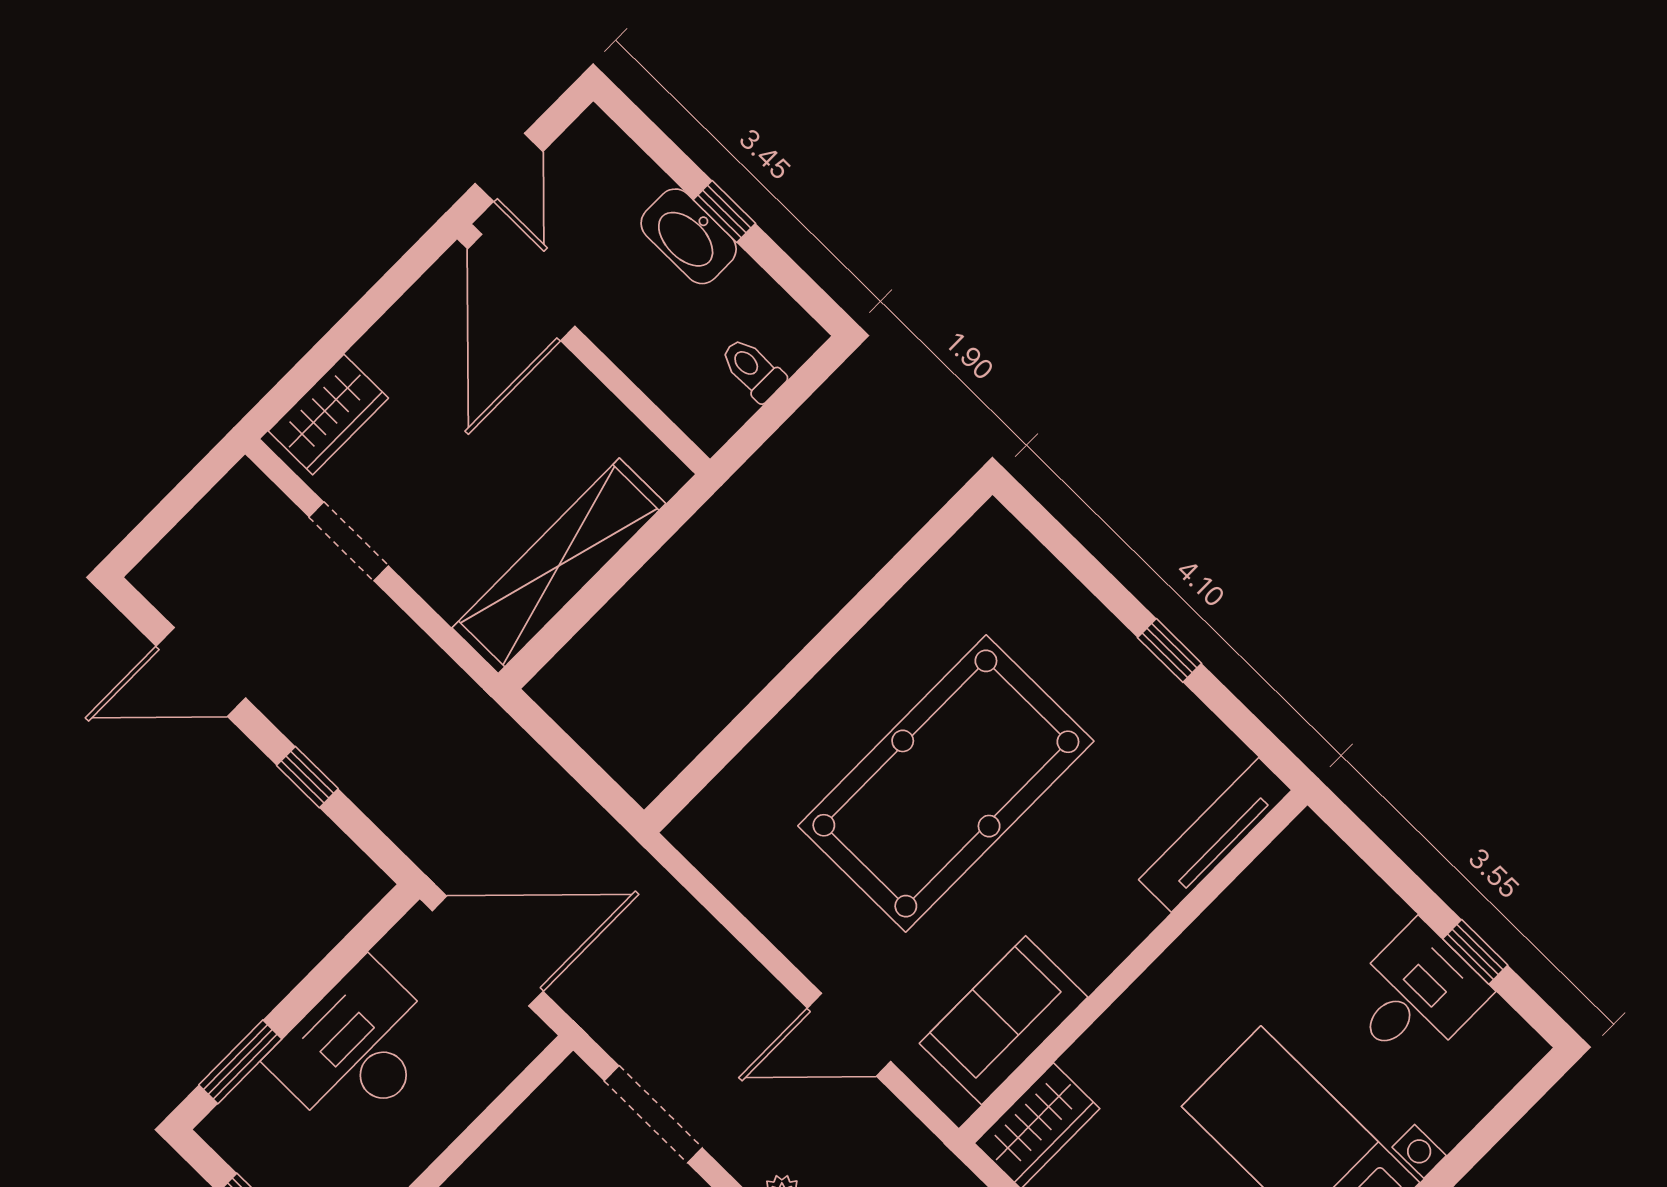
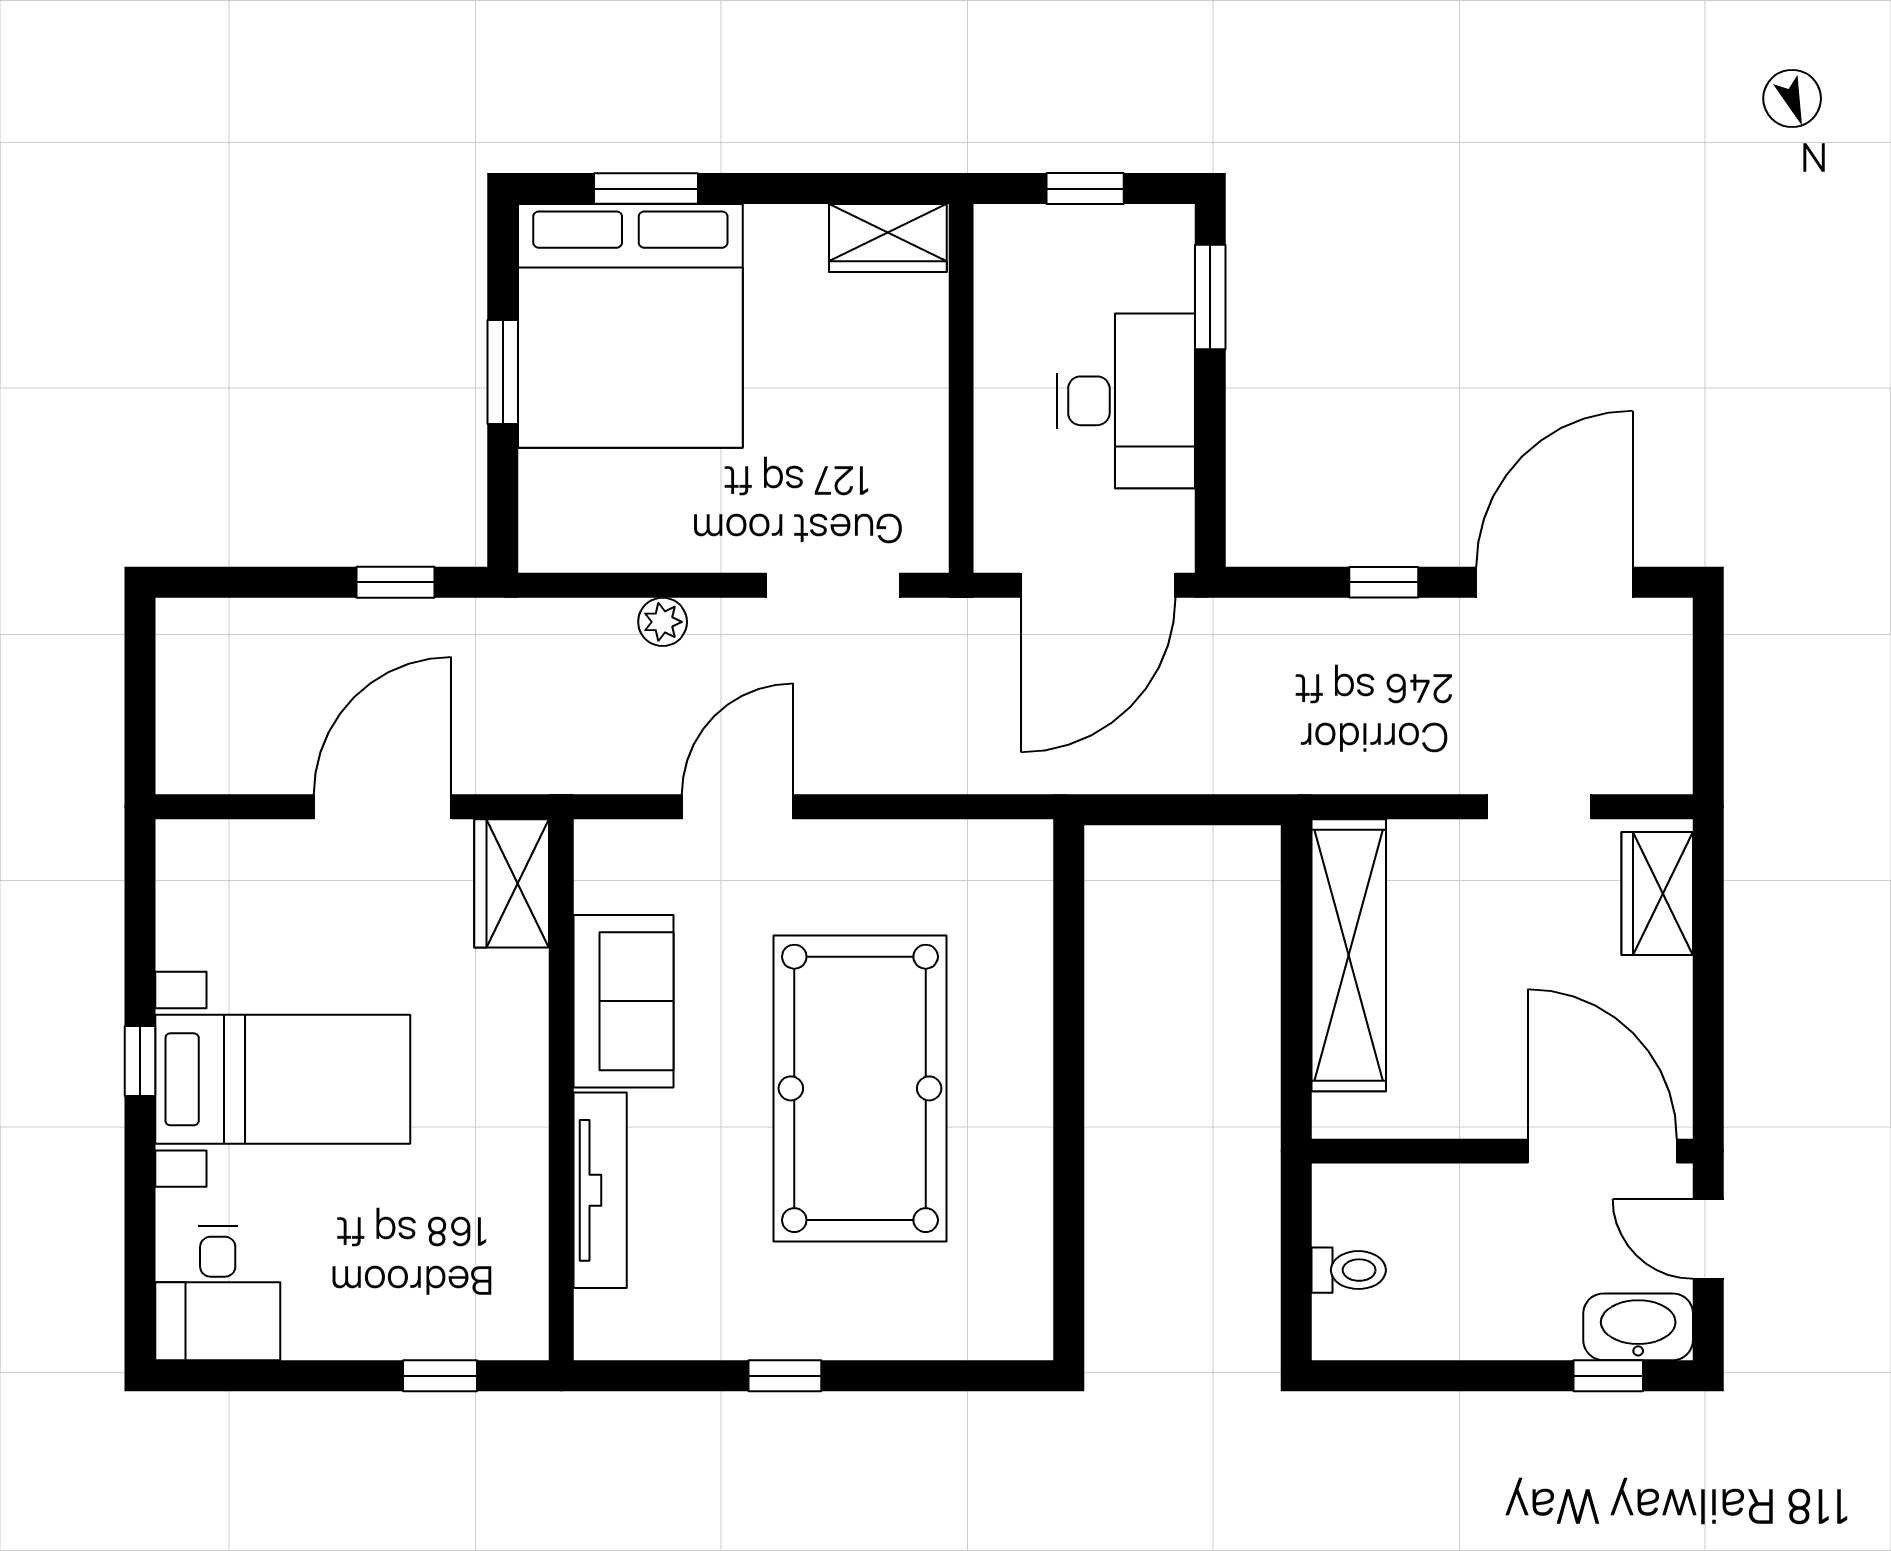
window: (724, 212) -> (1608, 1376), moved
washbasin: (689, 236) -> (1638, 1327), moved
door: (201, 672) -> (1555, 582), width x1.36
tv unit: (1215, 835) -> (600, 1190), moved
window: (1475, 952) -> (440, 1376), moved
desk: (1416, 995) -> (218, 1293), moved
sofa: (1004, 1020) -> (624, 1001), moved

